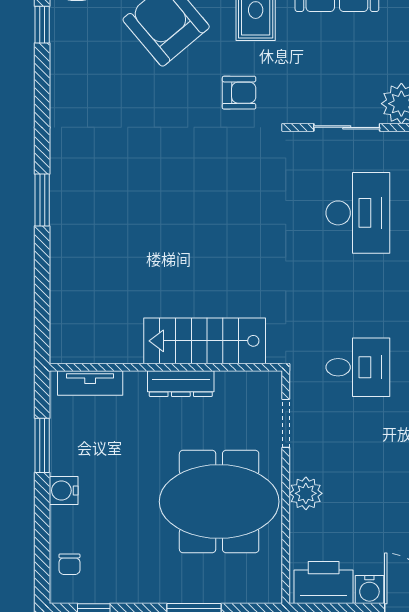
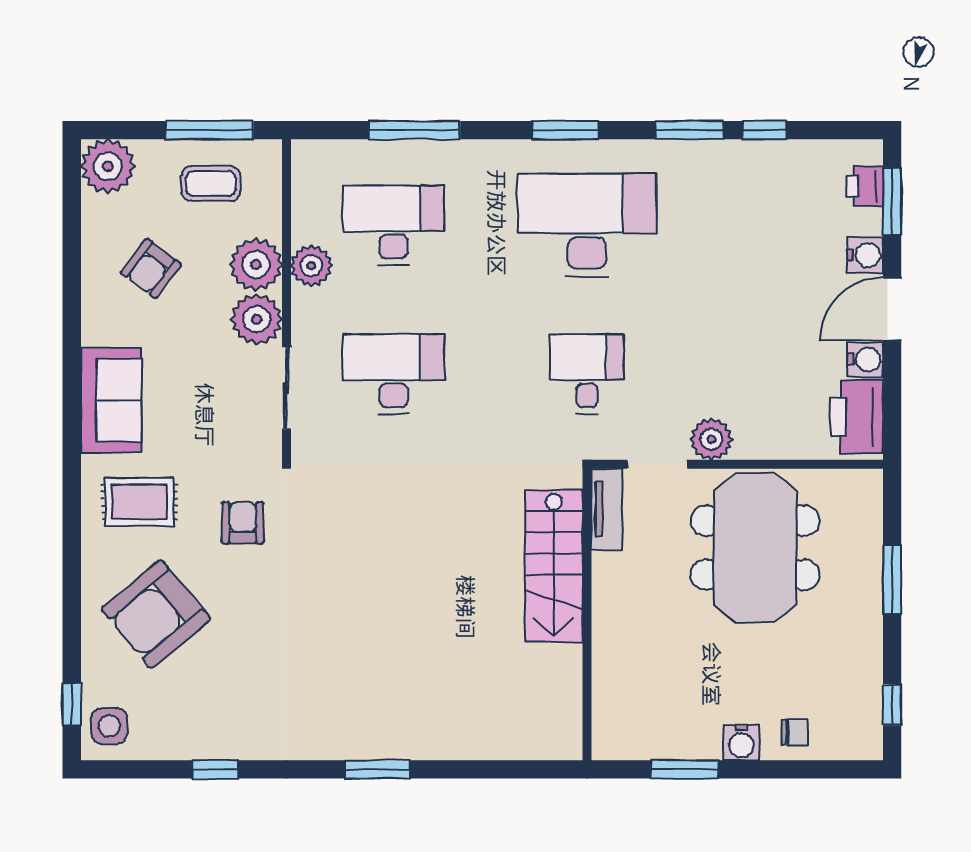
window: (42, 25) -> (215, 769), moved
tv unit: (90, 383) -> (607, 509), moved
dresser: (181, 384) -> (607, 596), removed
plant: (306, 493) -> (711, 439), moved
chair: (69, 564) -> (795, 732), moved

